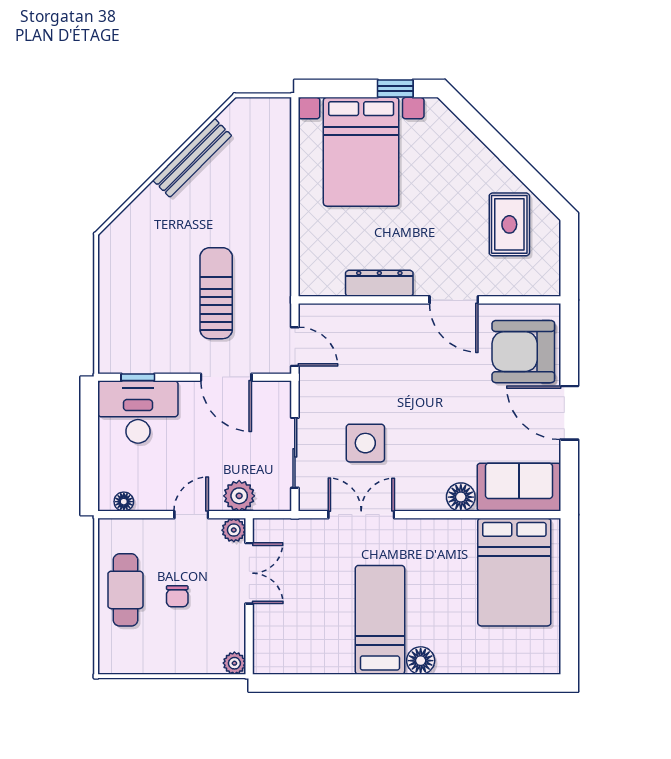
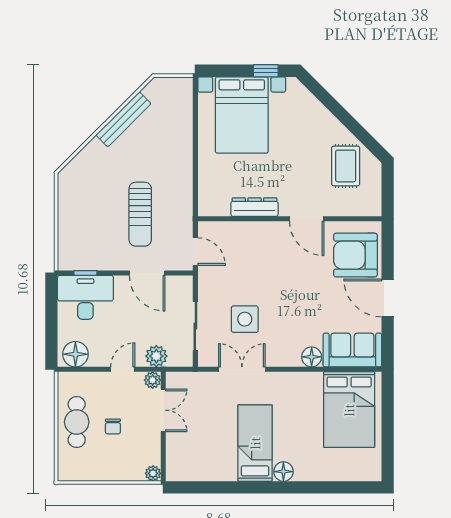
sun lounger: (216, 293) -> (140, 214), turned 180
floor lamp: (124, 502) -> (75, 354), width x1.89, depth x1.89

